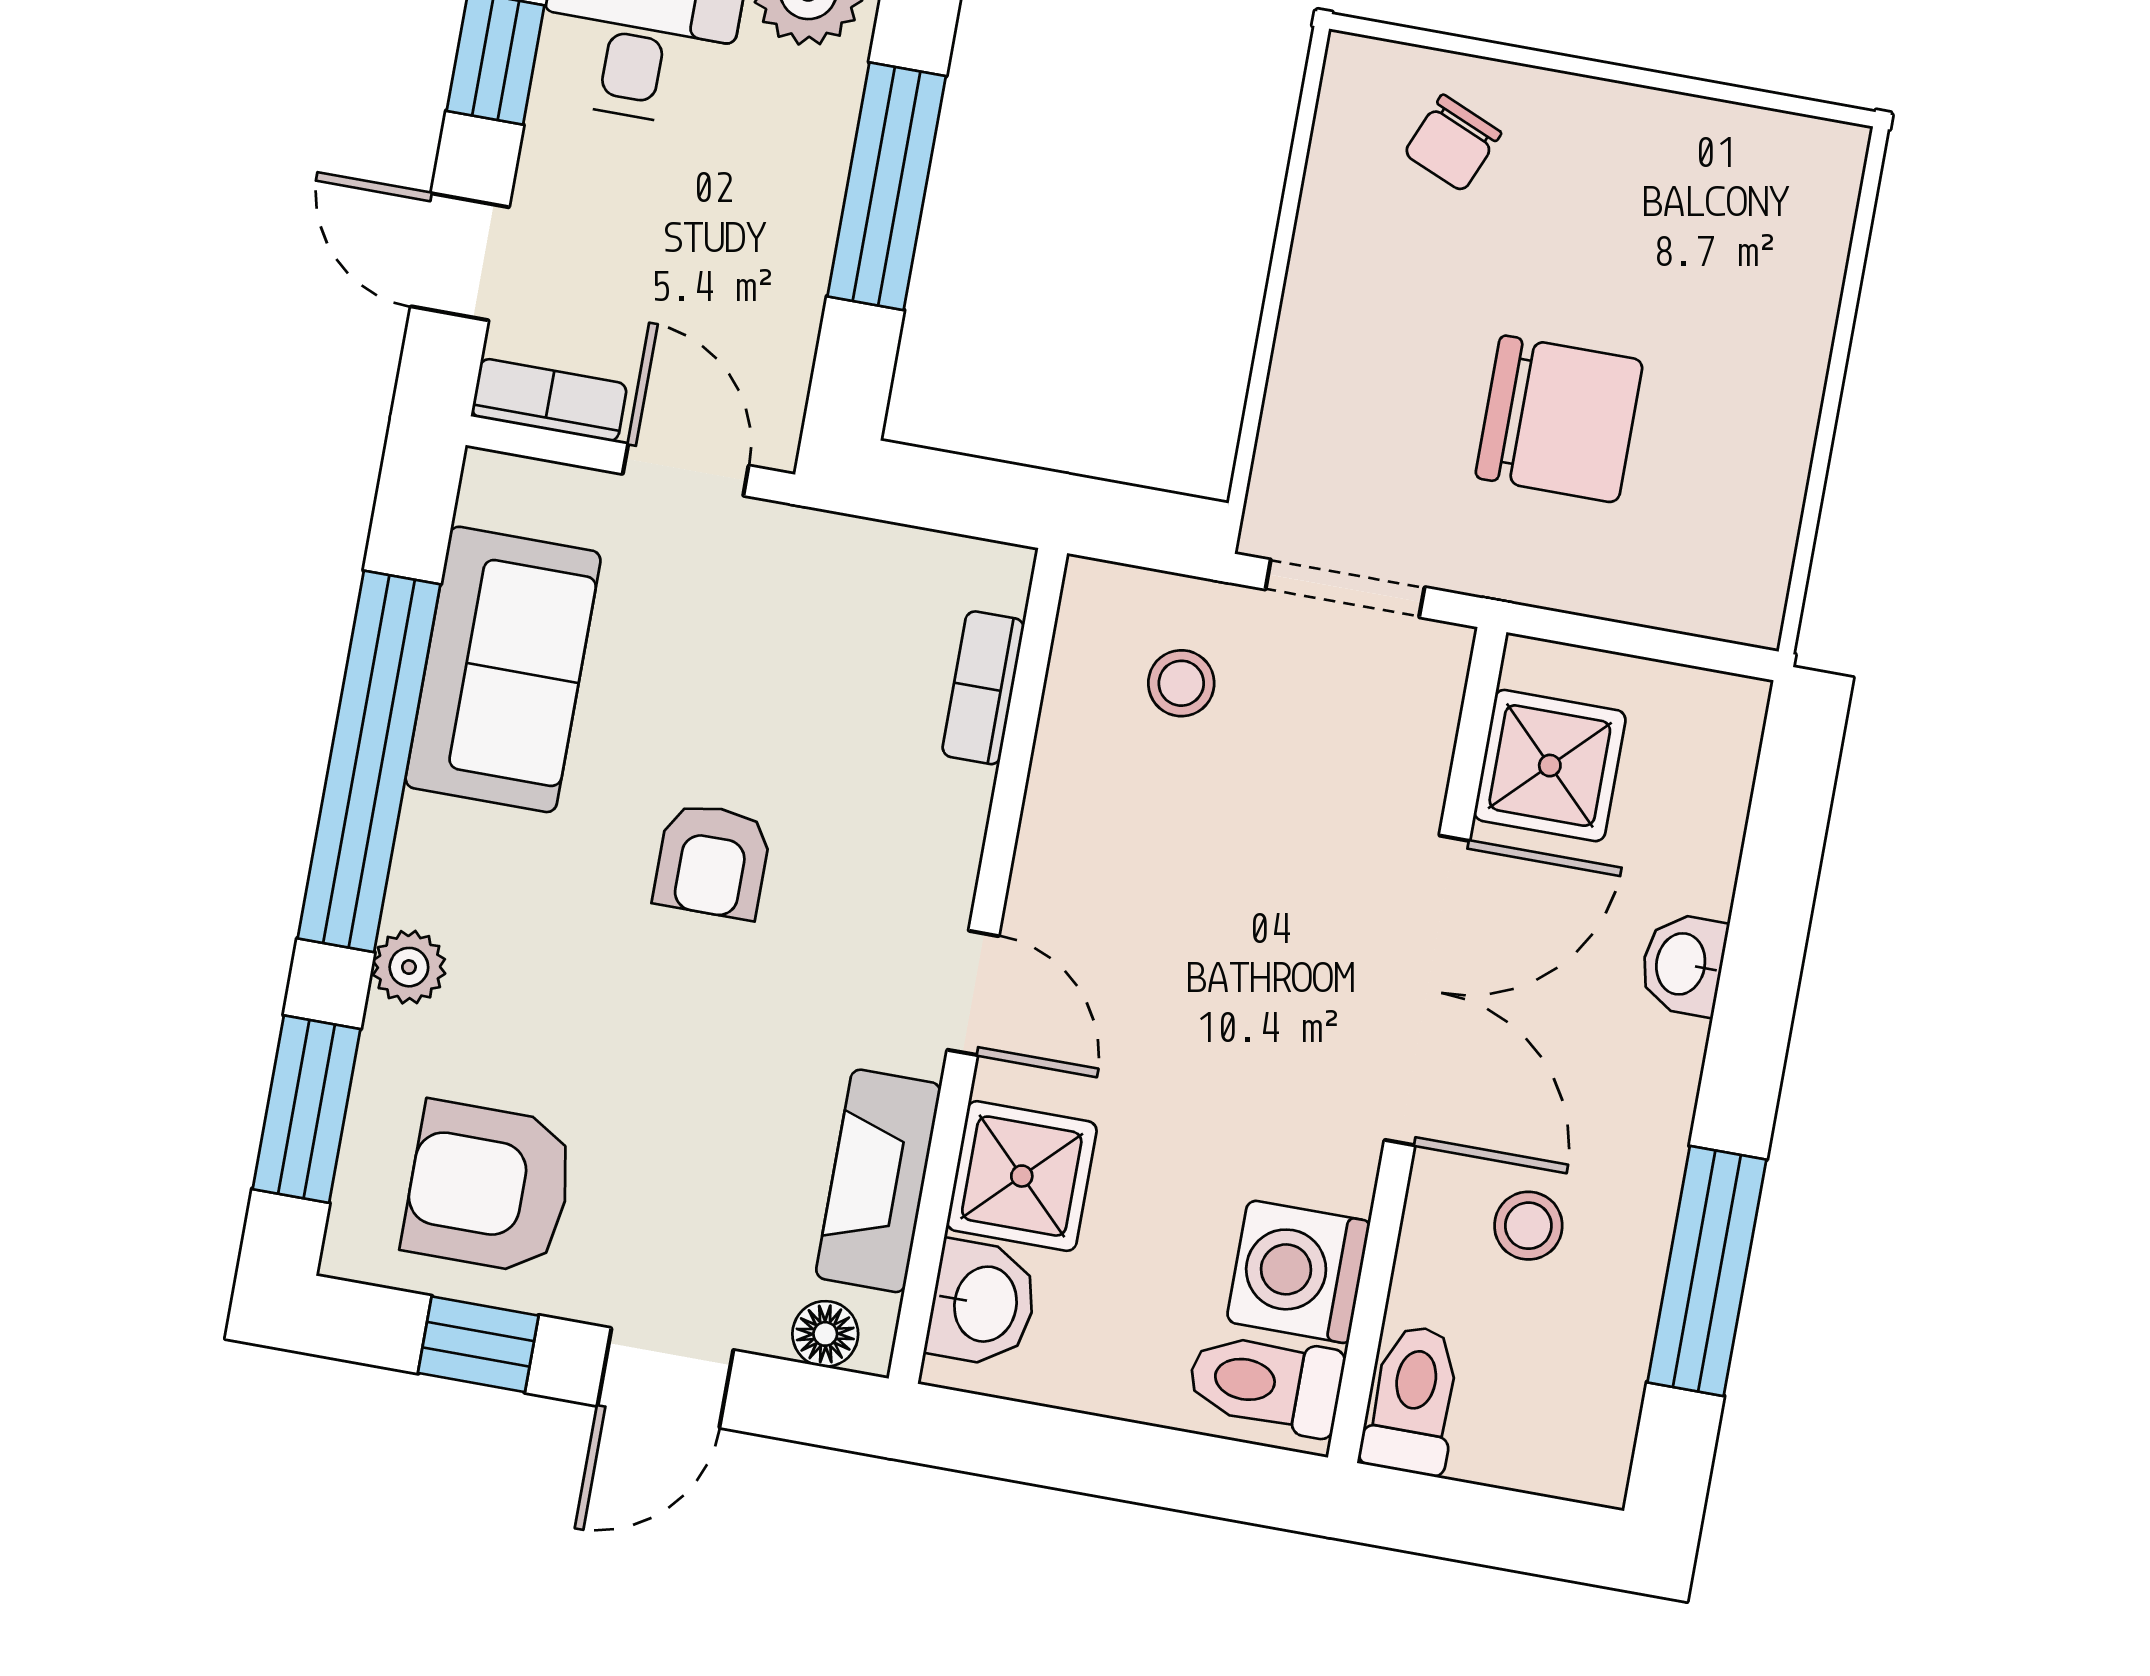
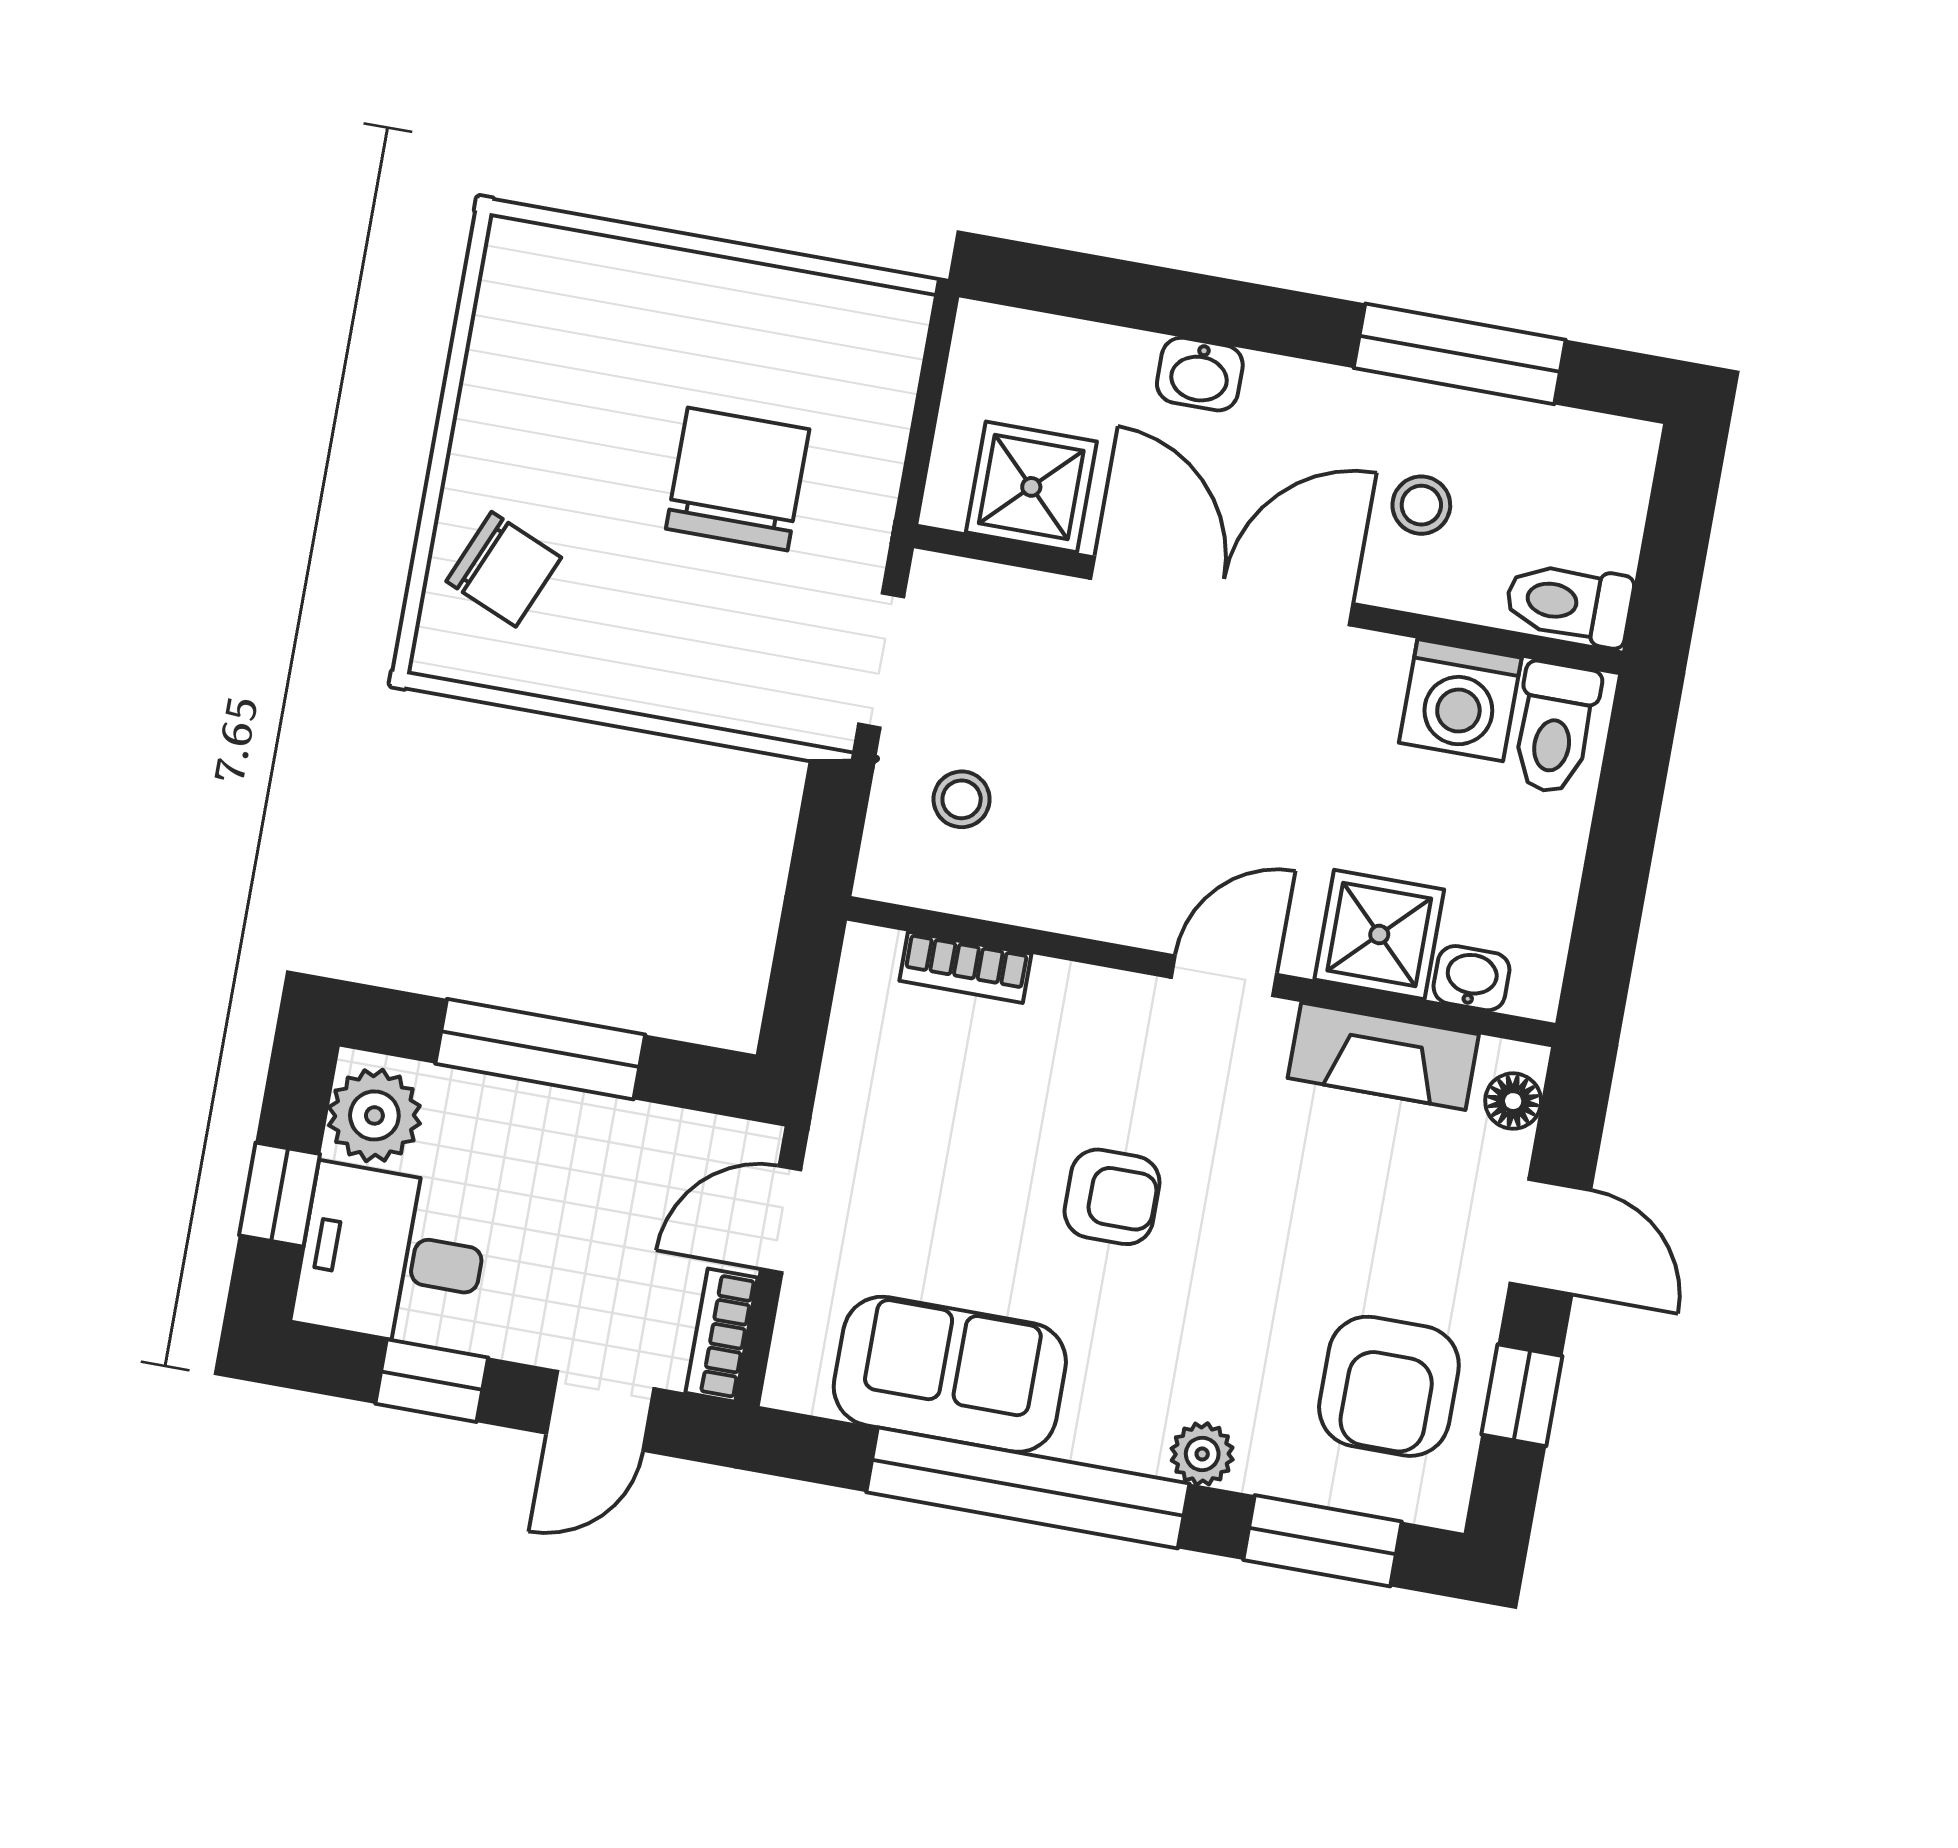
chair: (1453, 143) -> (504, 569), width x1.37, depth x1.37
washbasin: (983, 1304) -> (1471, 978), width x0.72, depth x0.69

